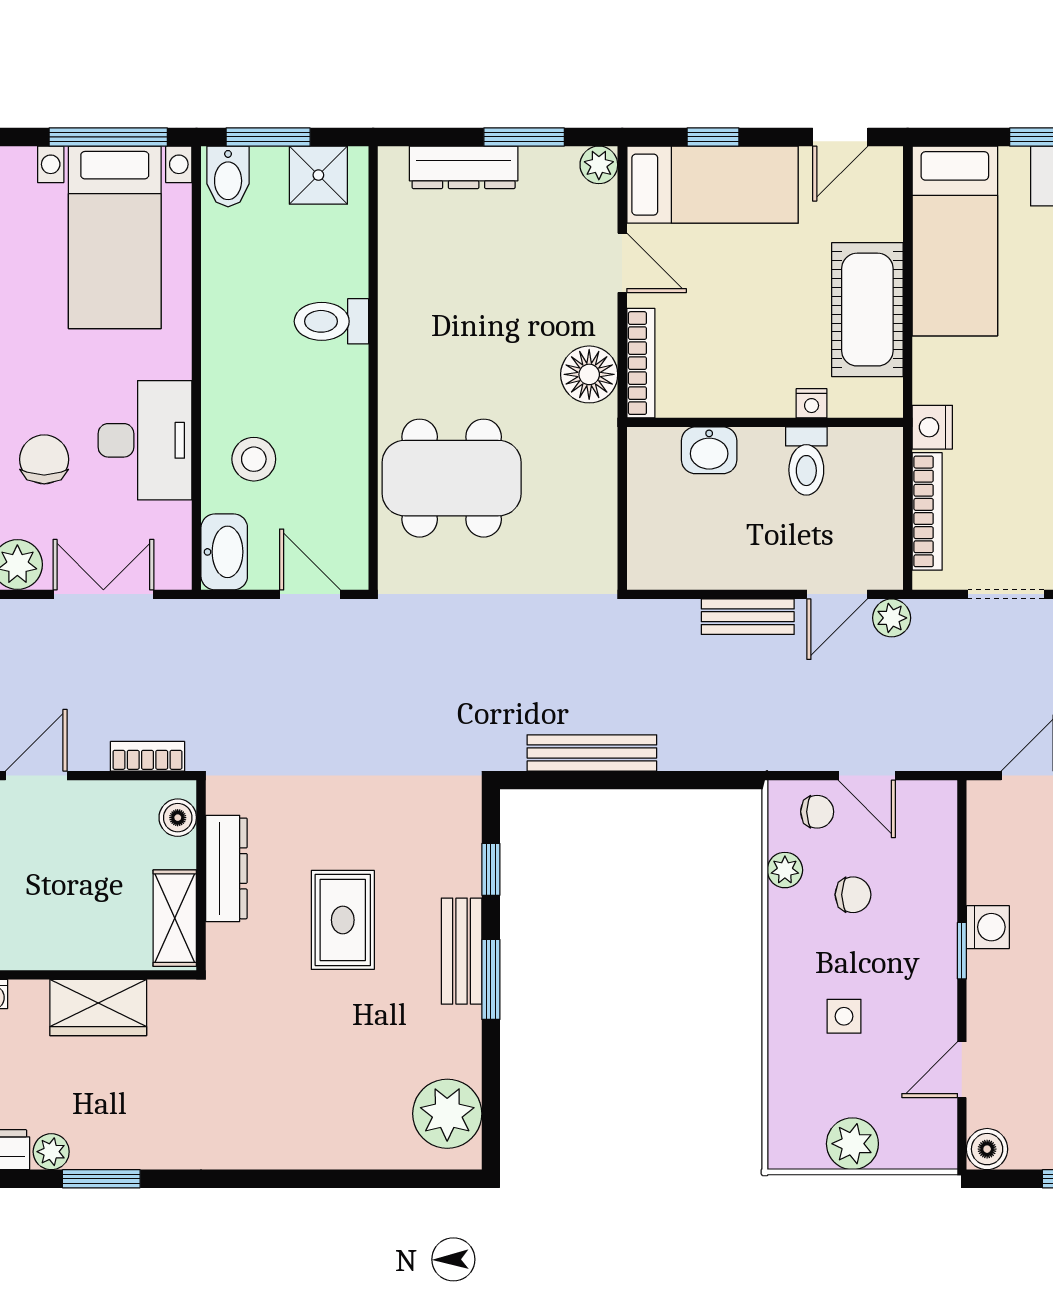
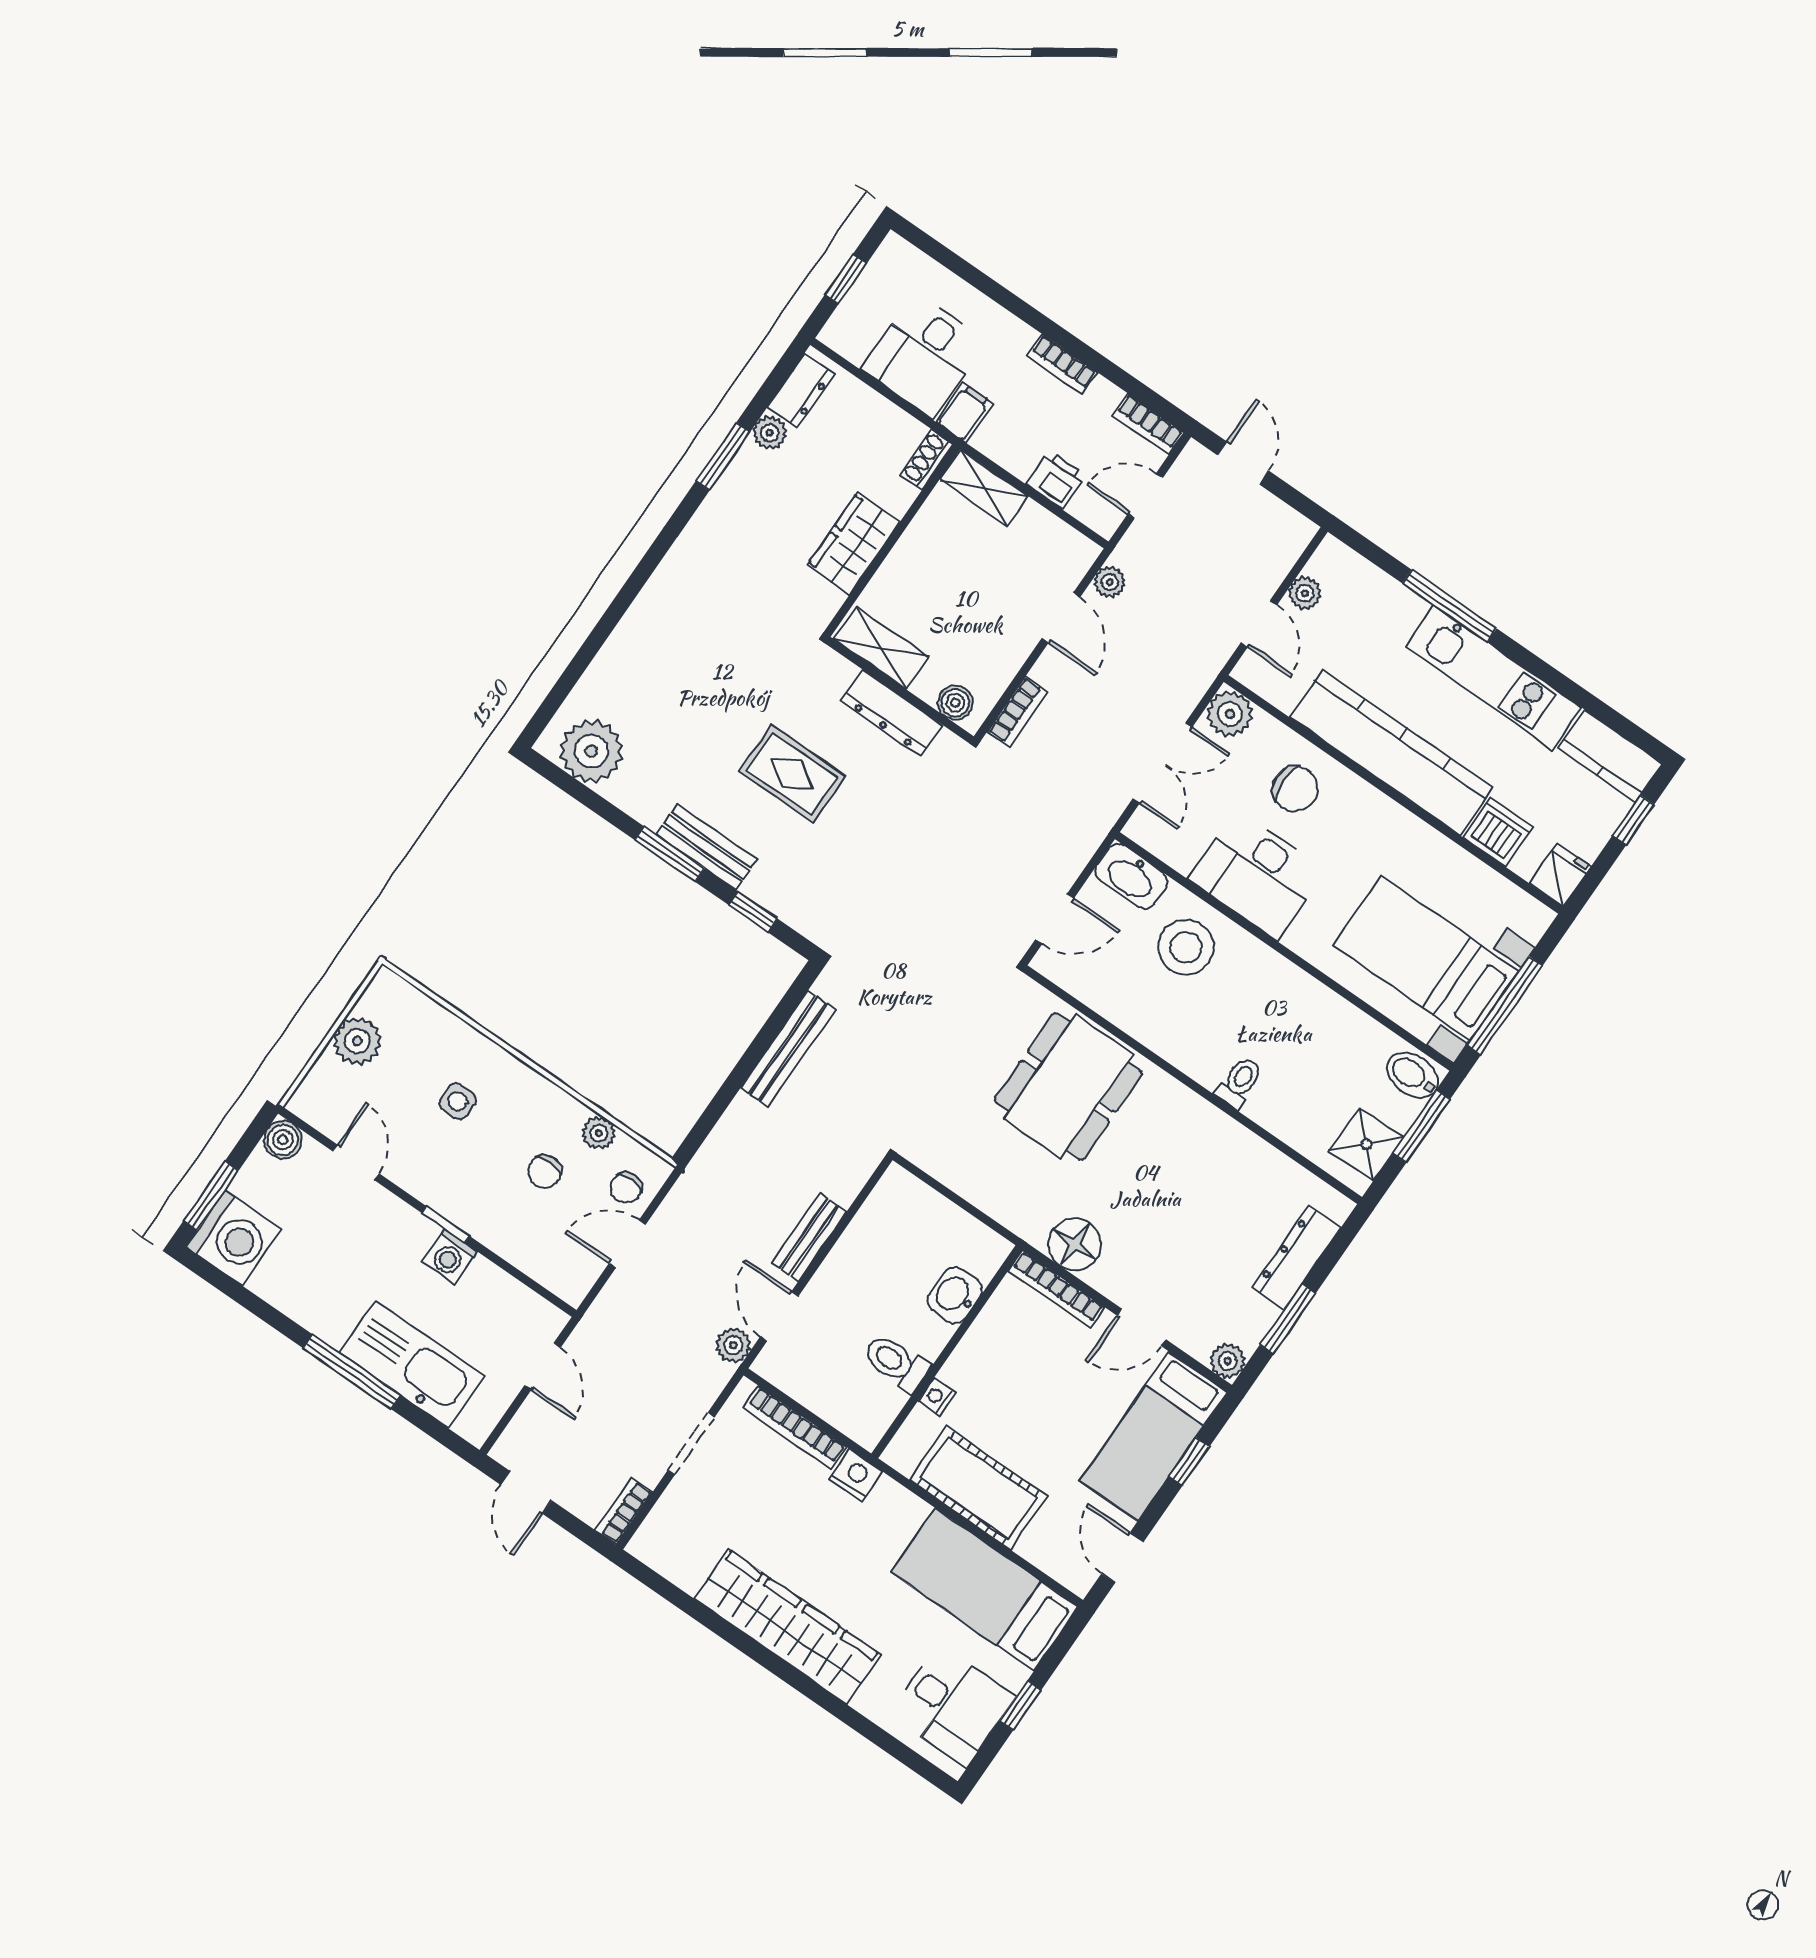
toilet: (331, 321) -> (1239, 1082), width x0.73, depth x0.72
stool: (254, 459) -> (1186, 947), width x1.38, depth x1.38

